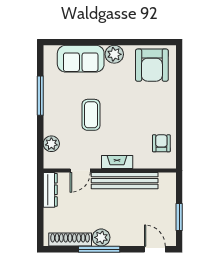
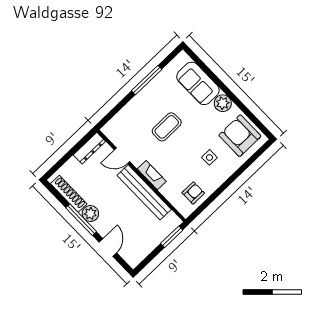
armchair: (152, 65) -> (240, 136), turned 90
side table: (146, 105) -> (209, 157), added
plant: (51, 144) -> (121, 119), removed
window: (179, 217) -> (172, 237), moved
door: (155, 249) -> (108, 248), moved

